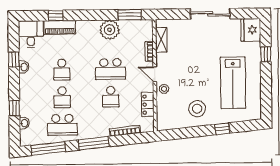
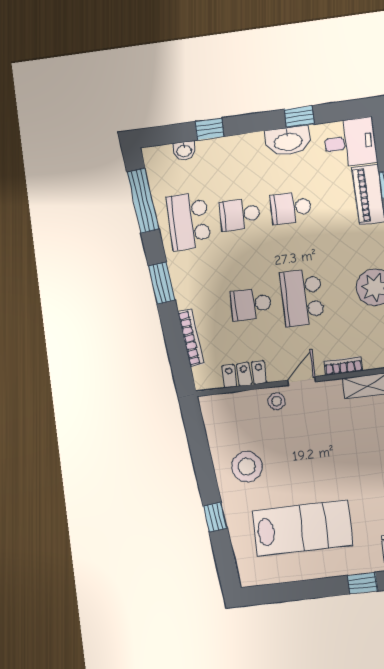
washbasin: (24, 67) -> (288, 141), width x1.91, depth x1.45
lab bench: (233, 83) -> (302, 528), turned 180
window: (94, 143) -> (162, 283), width x0.69

